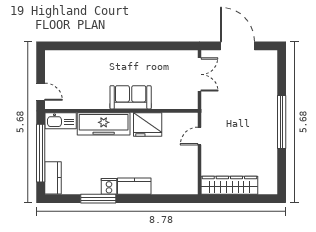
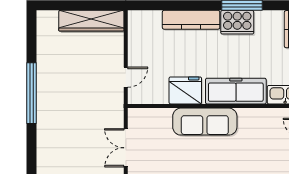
sofa: (131, 97) -> (205, 122), width x1.36
cooker: (109, 186) -> (237, 22), width x1.87, depth x1.31
kitchen counter: (134, 186) -> (191, 20), width x1.50

